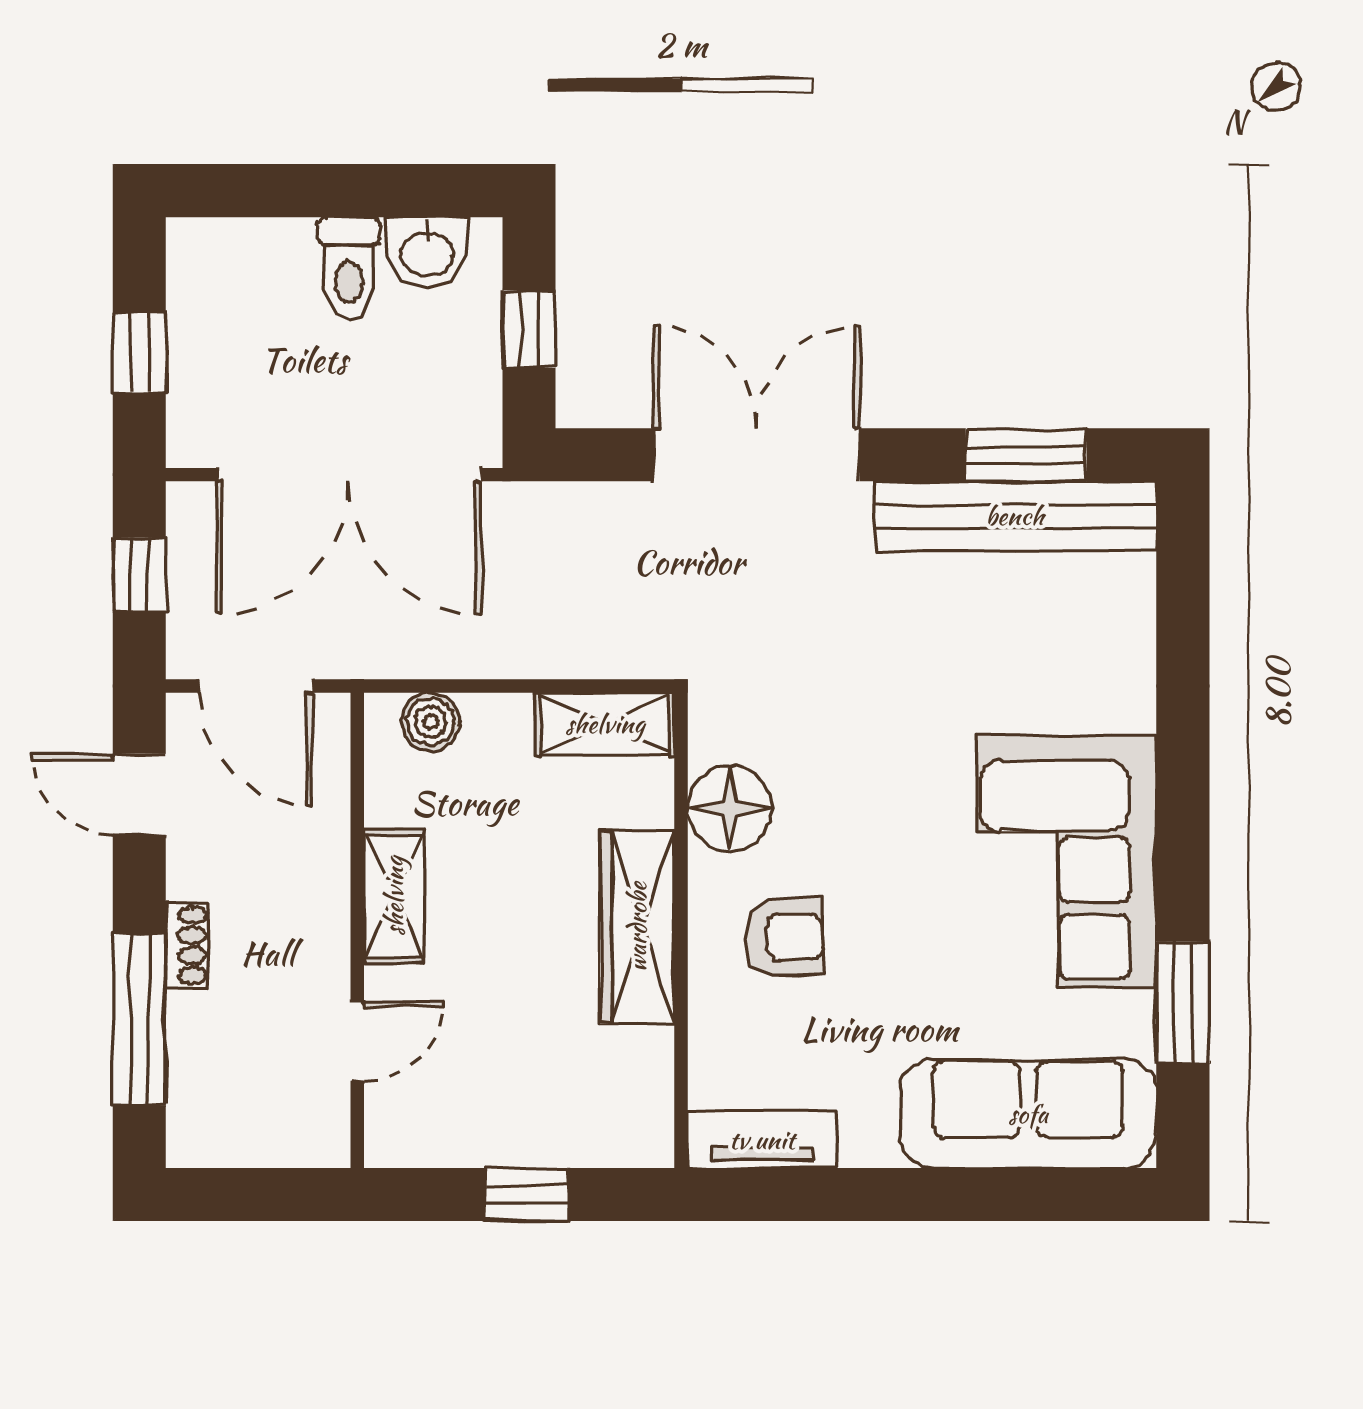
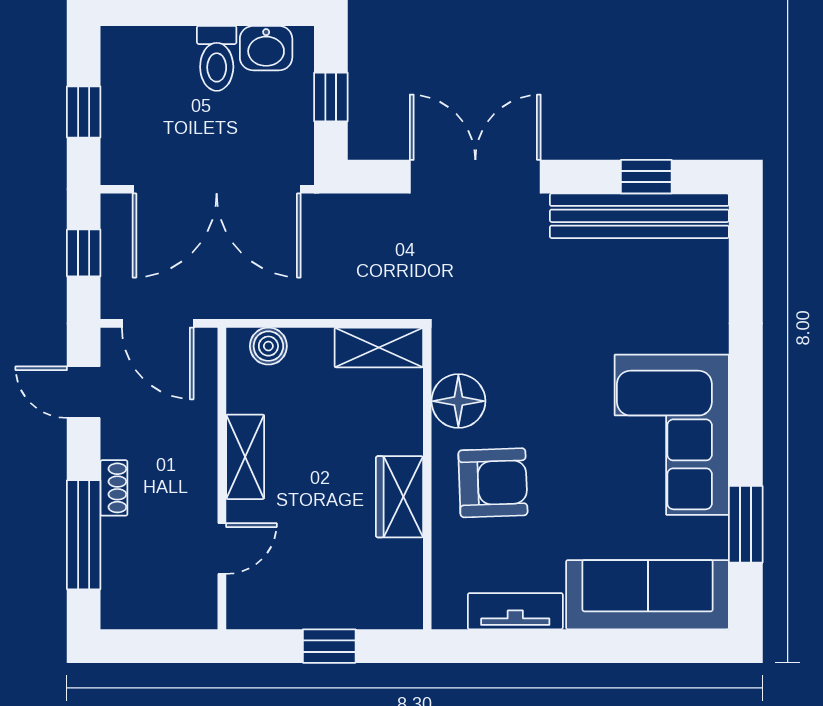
window: (1026, 455) -> (646, 177), width x0.67
wardrobe: (637, 927) -> (400, 497), width x0.67
armchair: (784, 937) -> (493, 483), width x1.38, depth x1.38
tv unit: (762, 1140) -> (515, 611), moved

